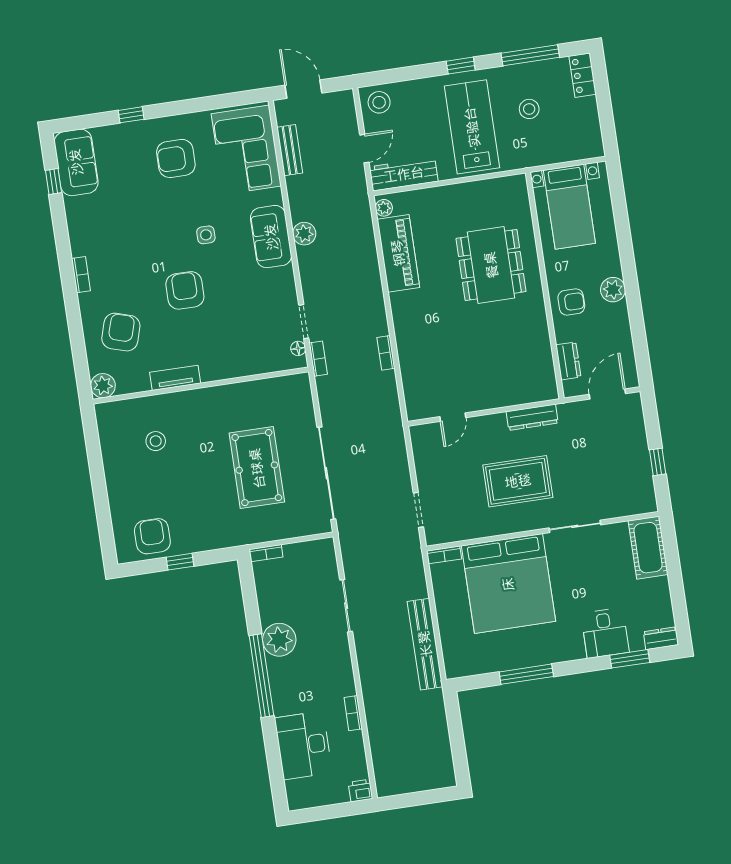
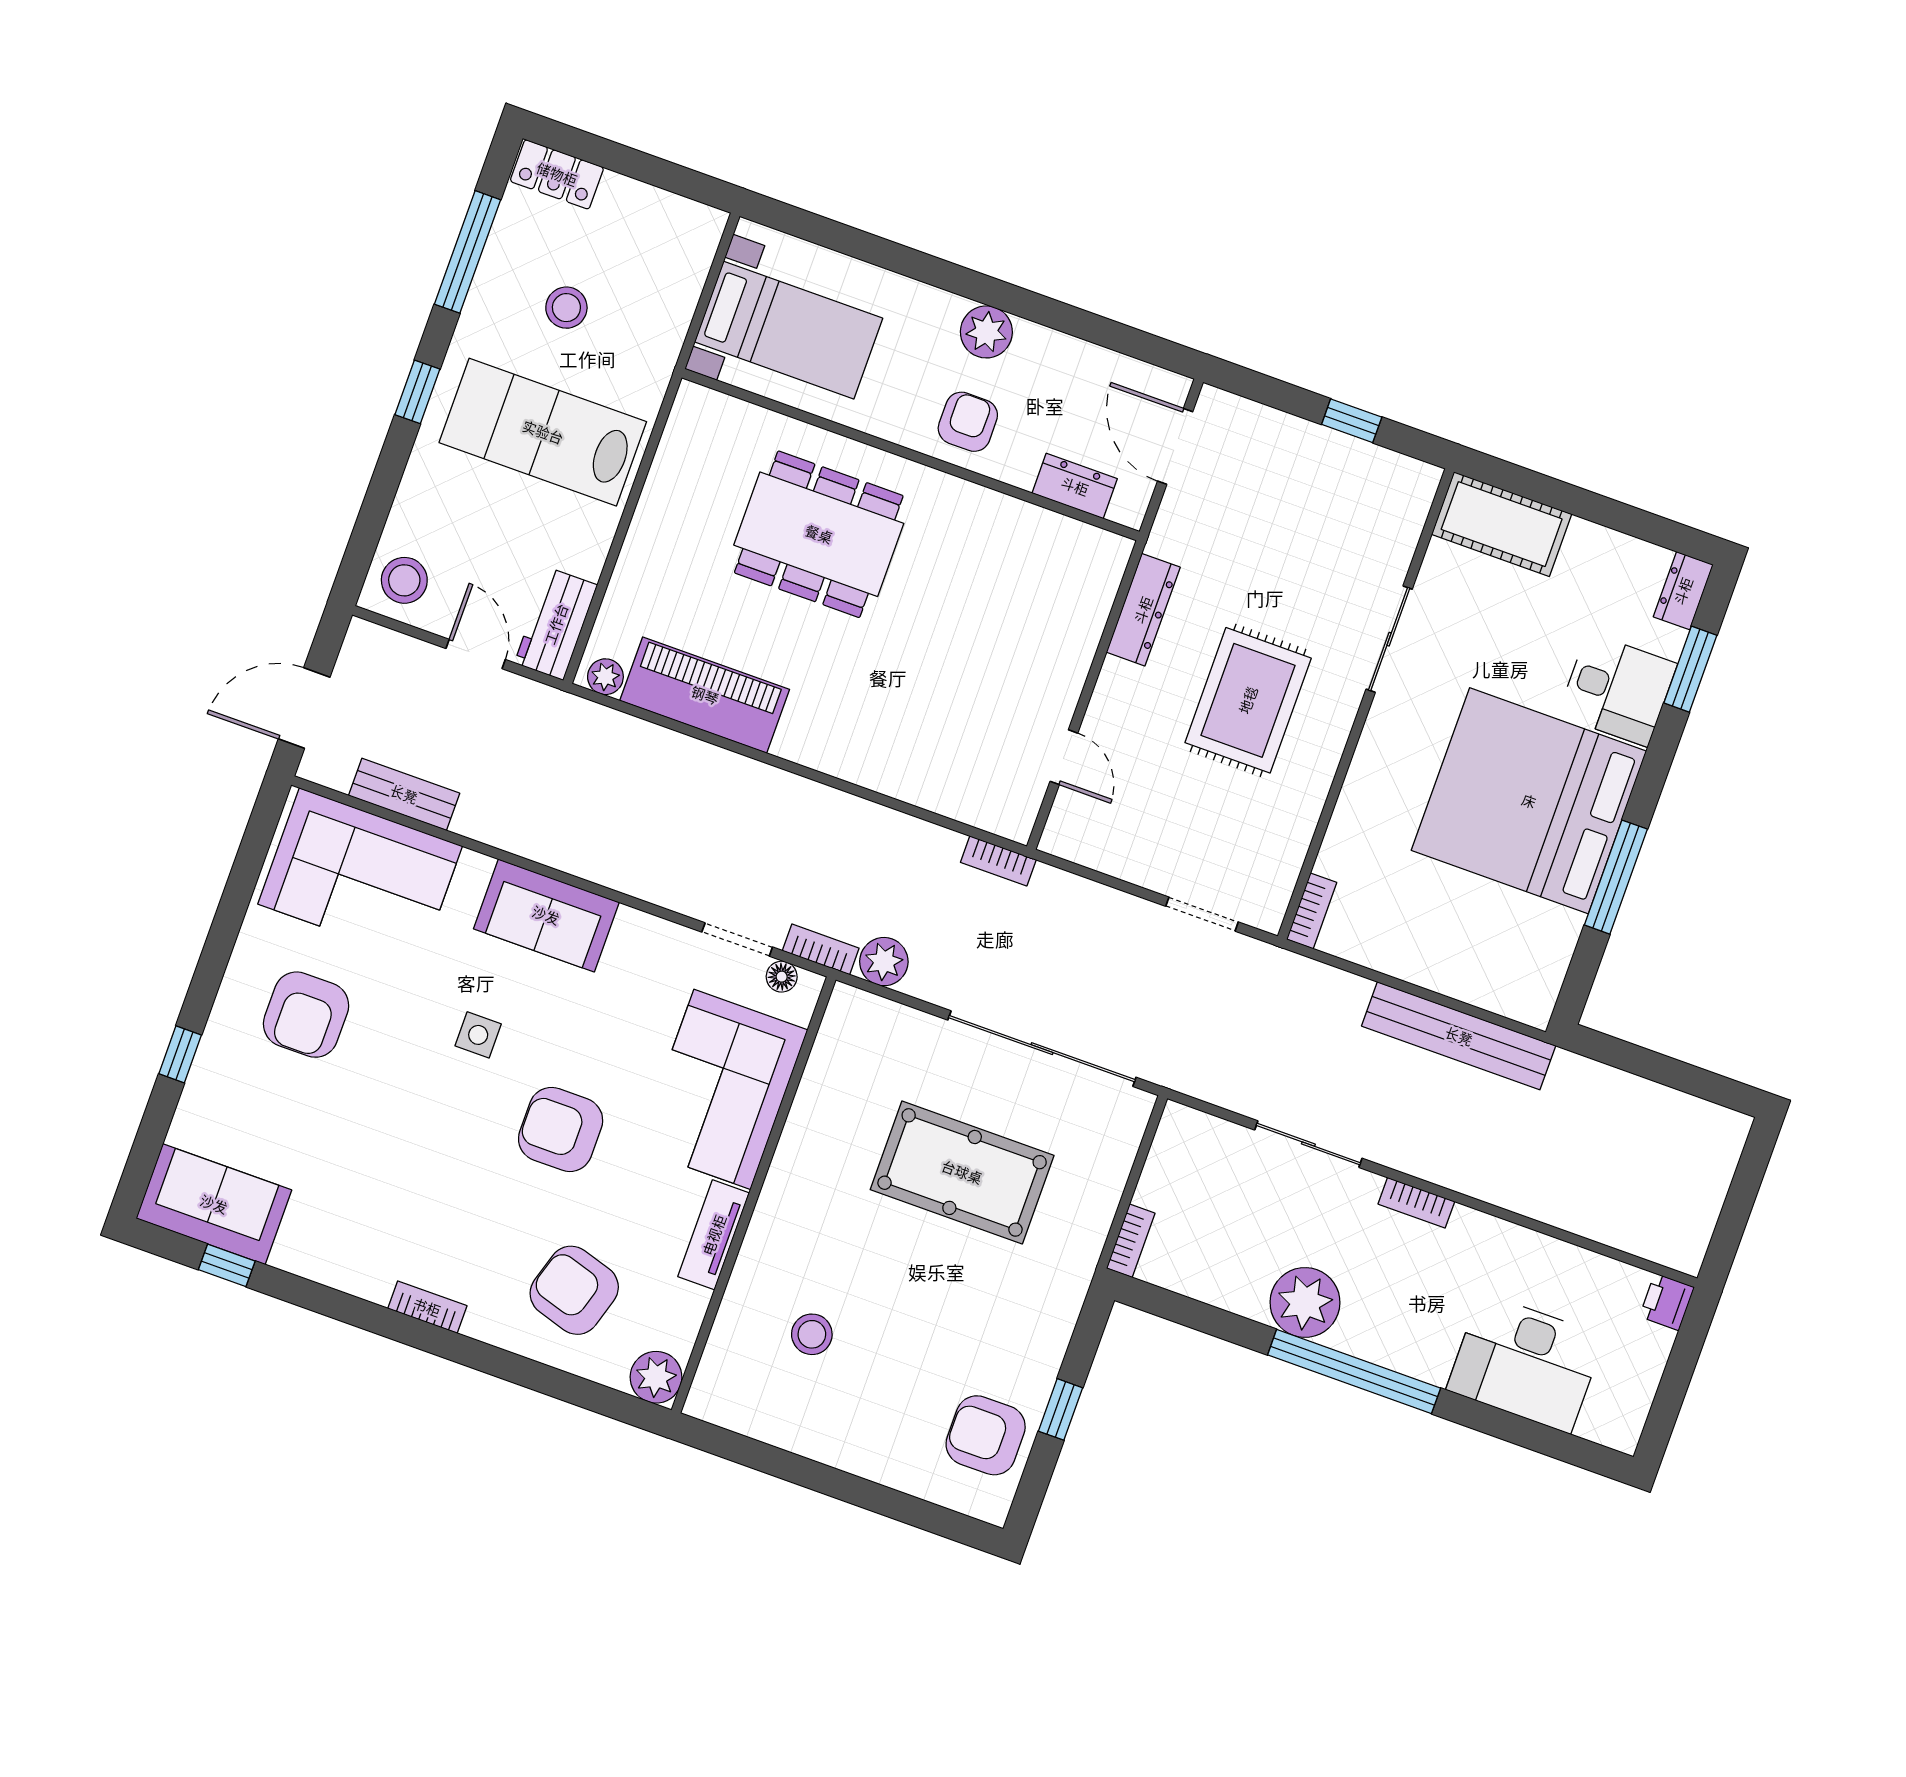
workbench: (404, 174) -> (556, 624), width x0.73
plant: (304, 234) -> (884, 962), moved
corner sofa: (238, 349) -> (722, 1089), added
bookcase: (386, 353) -> (998, 861), moved
bed: (508, 584) -> (1529, 801), moved, turned 180
bookcase: (353, 713) -> (1416, 1203), moved

